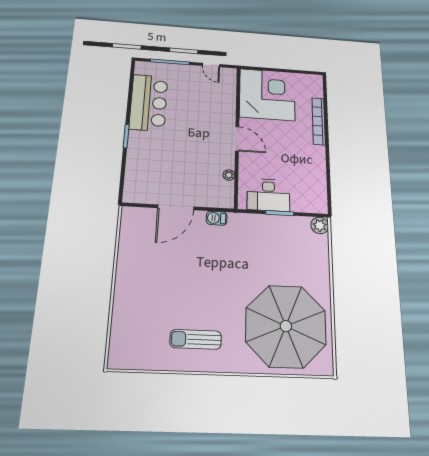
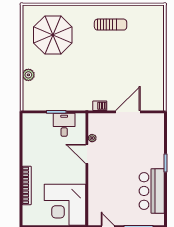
door: (237, 139) -> (87, 154), moved
desk: (268, 195) -> (64, 125), width x0.73
plant: (320, 225) -> (28, 75), moved
parasol: (286, 326) -> (53, 35), width x0.73, depth x0.73

